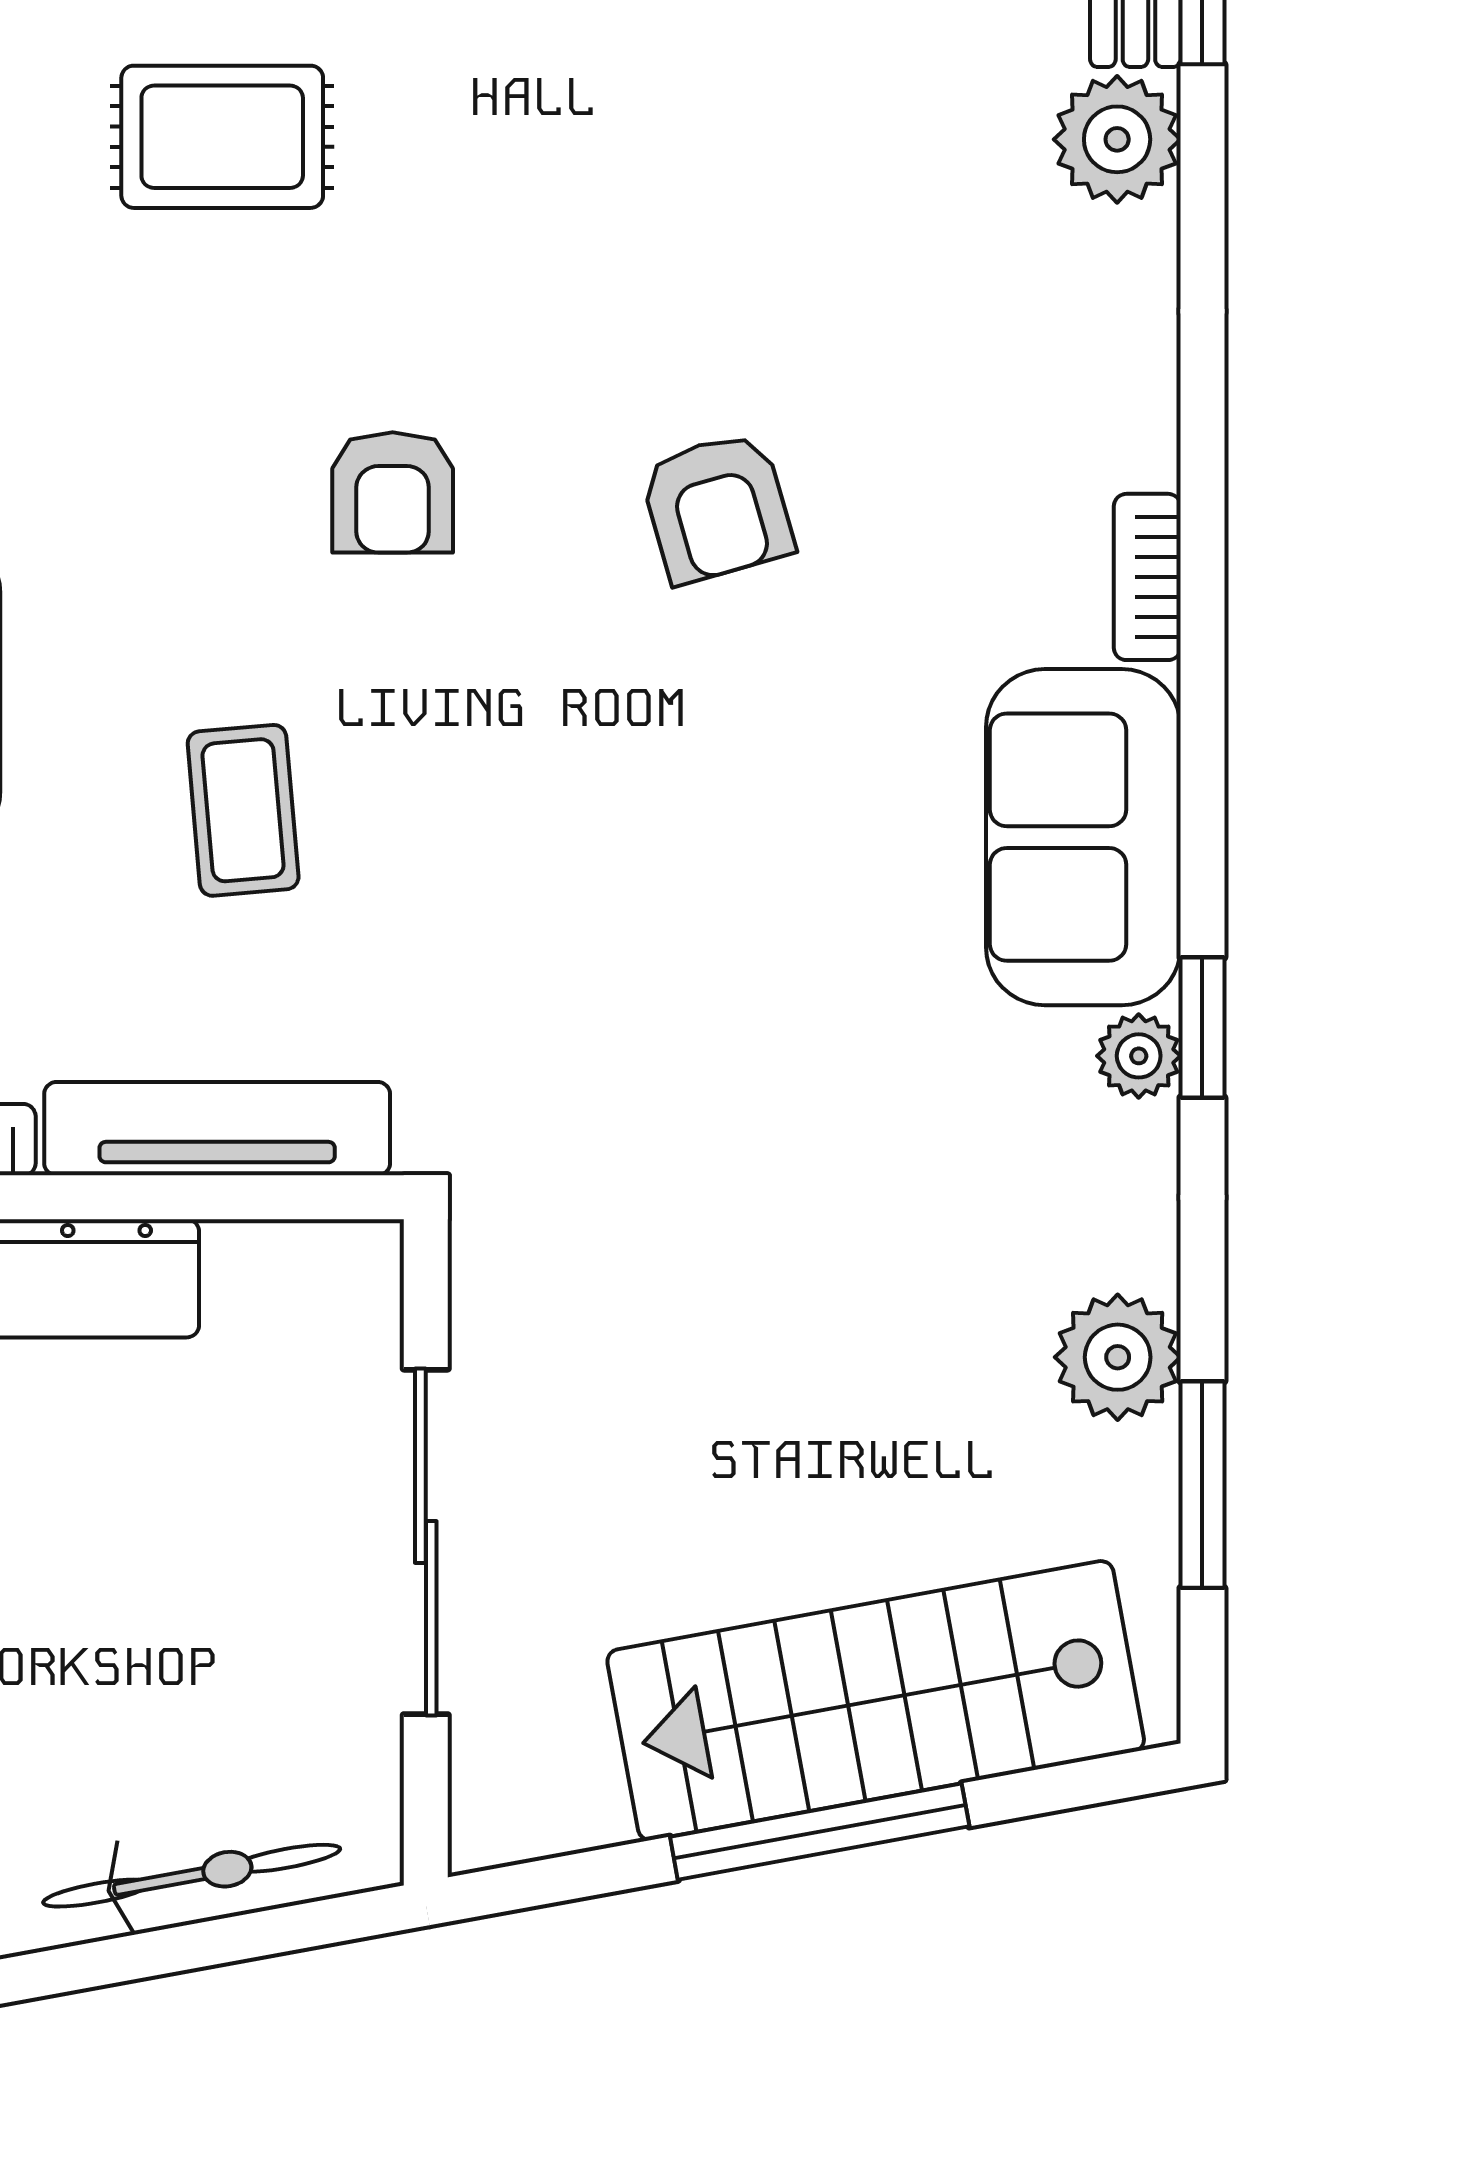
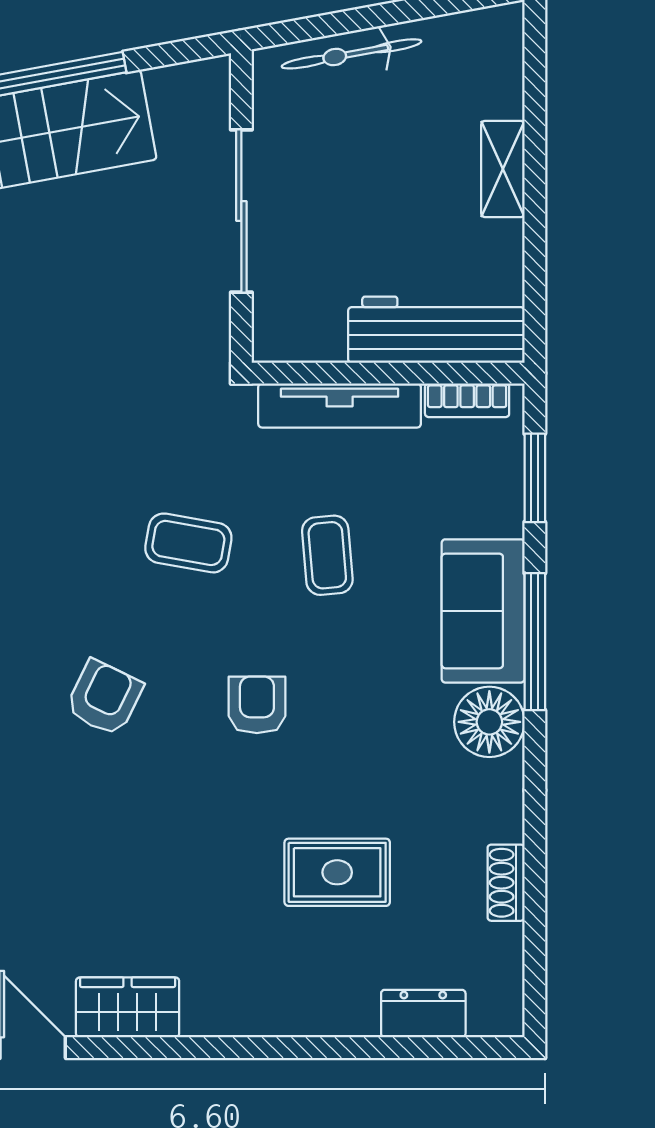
armchair: (717, 508) -> (104, 698), turned 42
coffee table: (538, 836) -> (188, 543), added

